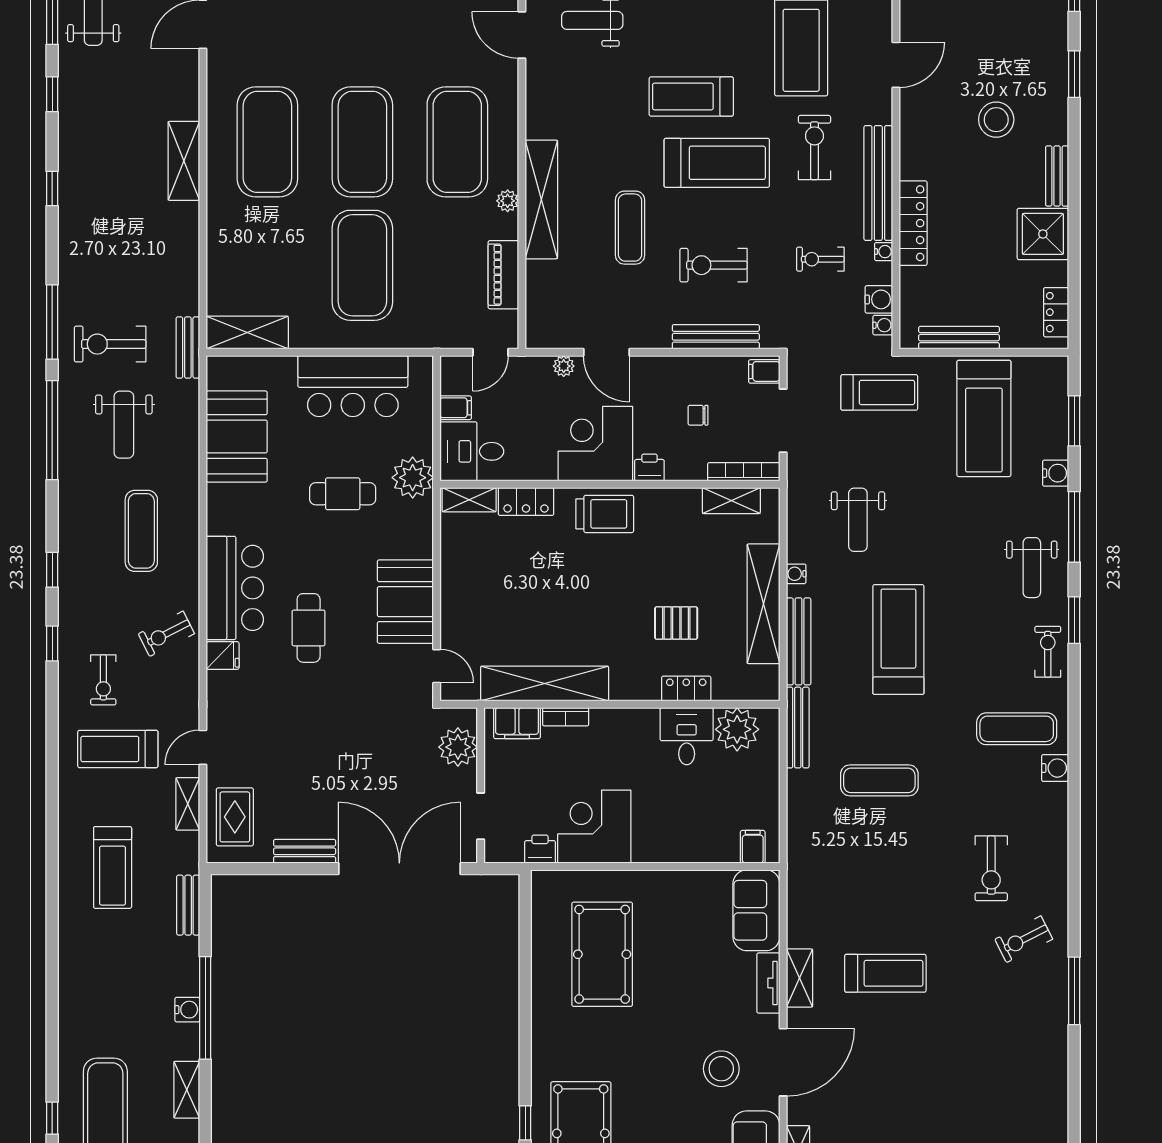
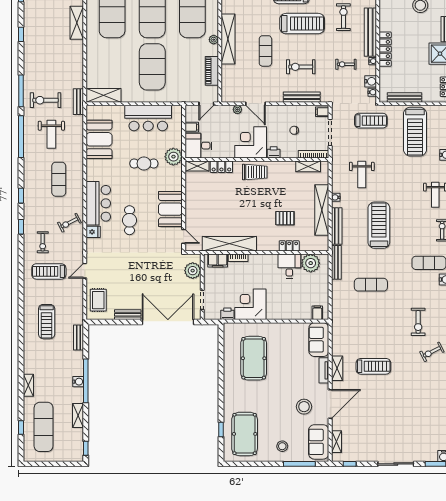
shelving: (188, 804) -> (28, 385), moved

